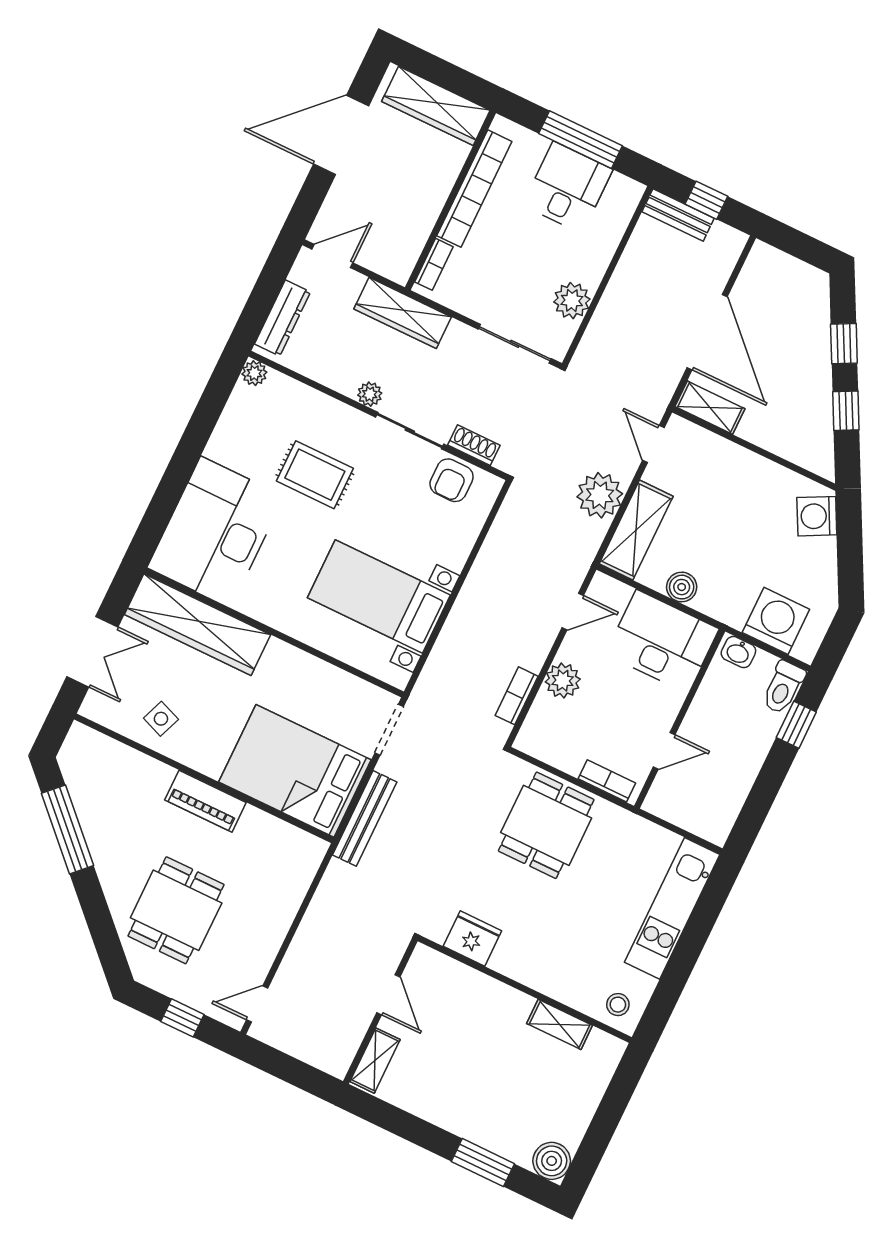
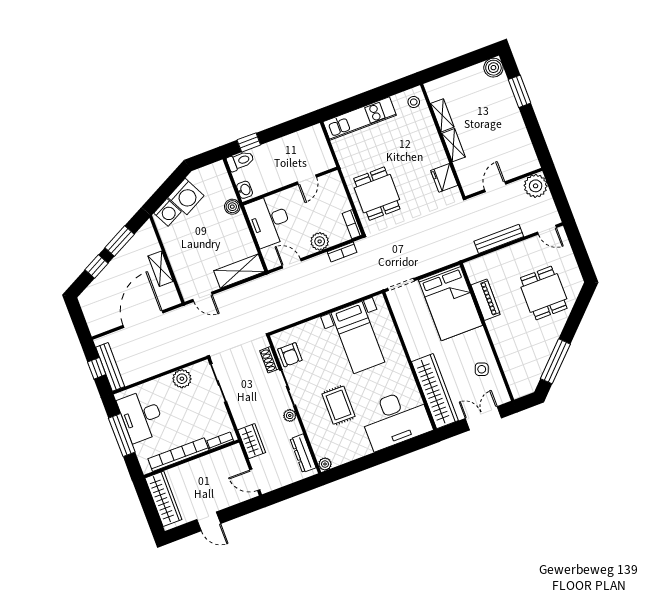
door: (341, 135) -> (209, 521), width x0.53
desk: (568, 187) -> (141, 416), width x1.37
bench: (678, 215) -> (110, 367), width x1.36
wardrobe: (403, 313) -> (252, 441), width x0.67
dresser: (283, 318) -> (303, 453), moved, turned -90
shelving: (710, 408) -> (161, 269), moved
window: (846, 411) -> (120, 241), width x1.50
door: (653, 444) -> (202, 297), hinge flipped
armchair: (452, 480) -> (290, 355), turned 90
plant: (600, 495) -> (536, 186), moved
boiler: (682, 587) -> (232, 207), moved
washing machine: (776, 621) -> (186, 196), moved, turned -117
door: (664, 751) -> (307, 180), swing flipped
bookcase: (607, 781) -> (352, 224), moved
piano: (205, 801) -> (486, 300), moved
bench: (365, 818) -> (499, 239), moved
dining table: (546, 825) -> (377, 194), turned 90
dining table: (176, 910) -> (544, 293), turned 90
window: (182, 1018) -> (580, 251), removed
shelving: (375, 1061) -> (453, 145), moved, turned 90

